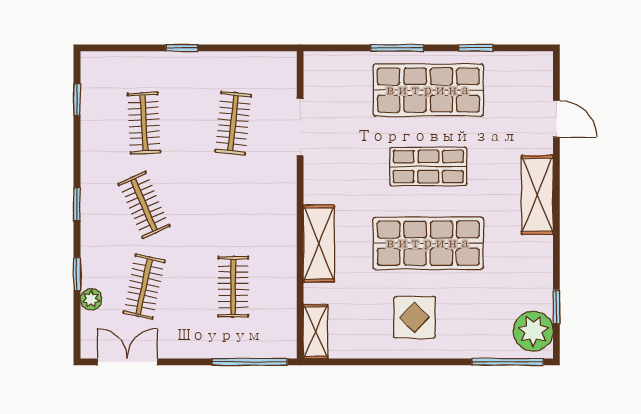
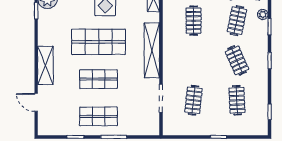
shop shelf: (428, 90) -> (99, 116), width x0.70, depth x0.74
shelving: (319, 244) -> (152, 50), width x1.47

